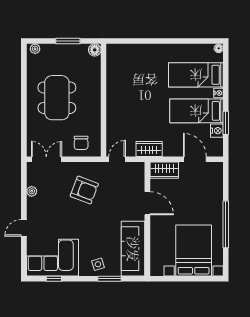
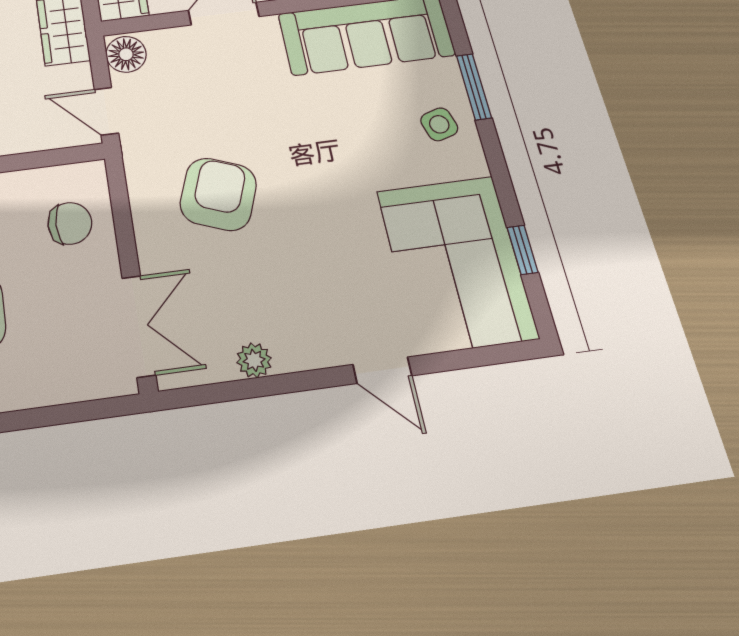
double door: (46, 159) -> (139, 326), swing flipped
floor lamp: (137, 168) -> (126, 54), added

